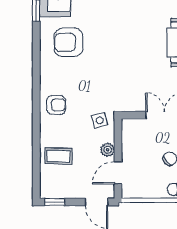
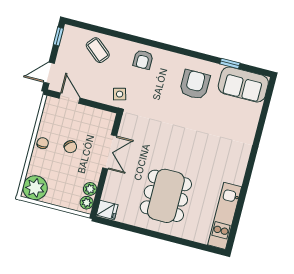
plant: (108, 150) -> (92, 94), removed
coffee table: (59, 156) -> (98, 50), turned -51

